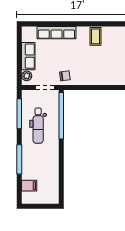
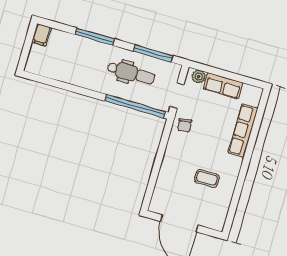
coffee table: (96, 36) -> (207, 178), moved
dental chair: (38, 126) -> (131, 73), turned 180
filing cabinet: (29, 186) -> (41, 35), moved

